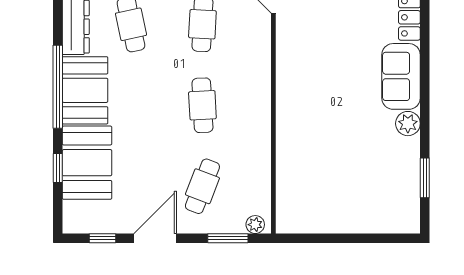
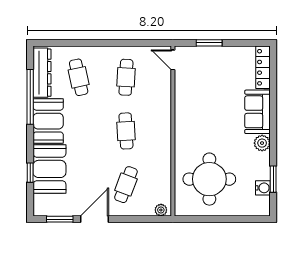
window: (58, 87) -> (30, 97), moved
round table: (328, 178) -> (209, 179), added
water cooler: (409, 191) -> (263, 188), added
window: (102, 238) -> (60, 219), width x1.50
window: (228, 238) -> (143, 219), removed

